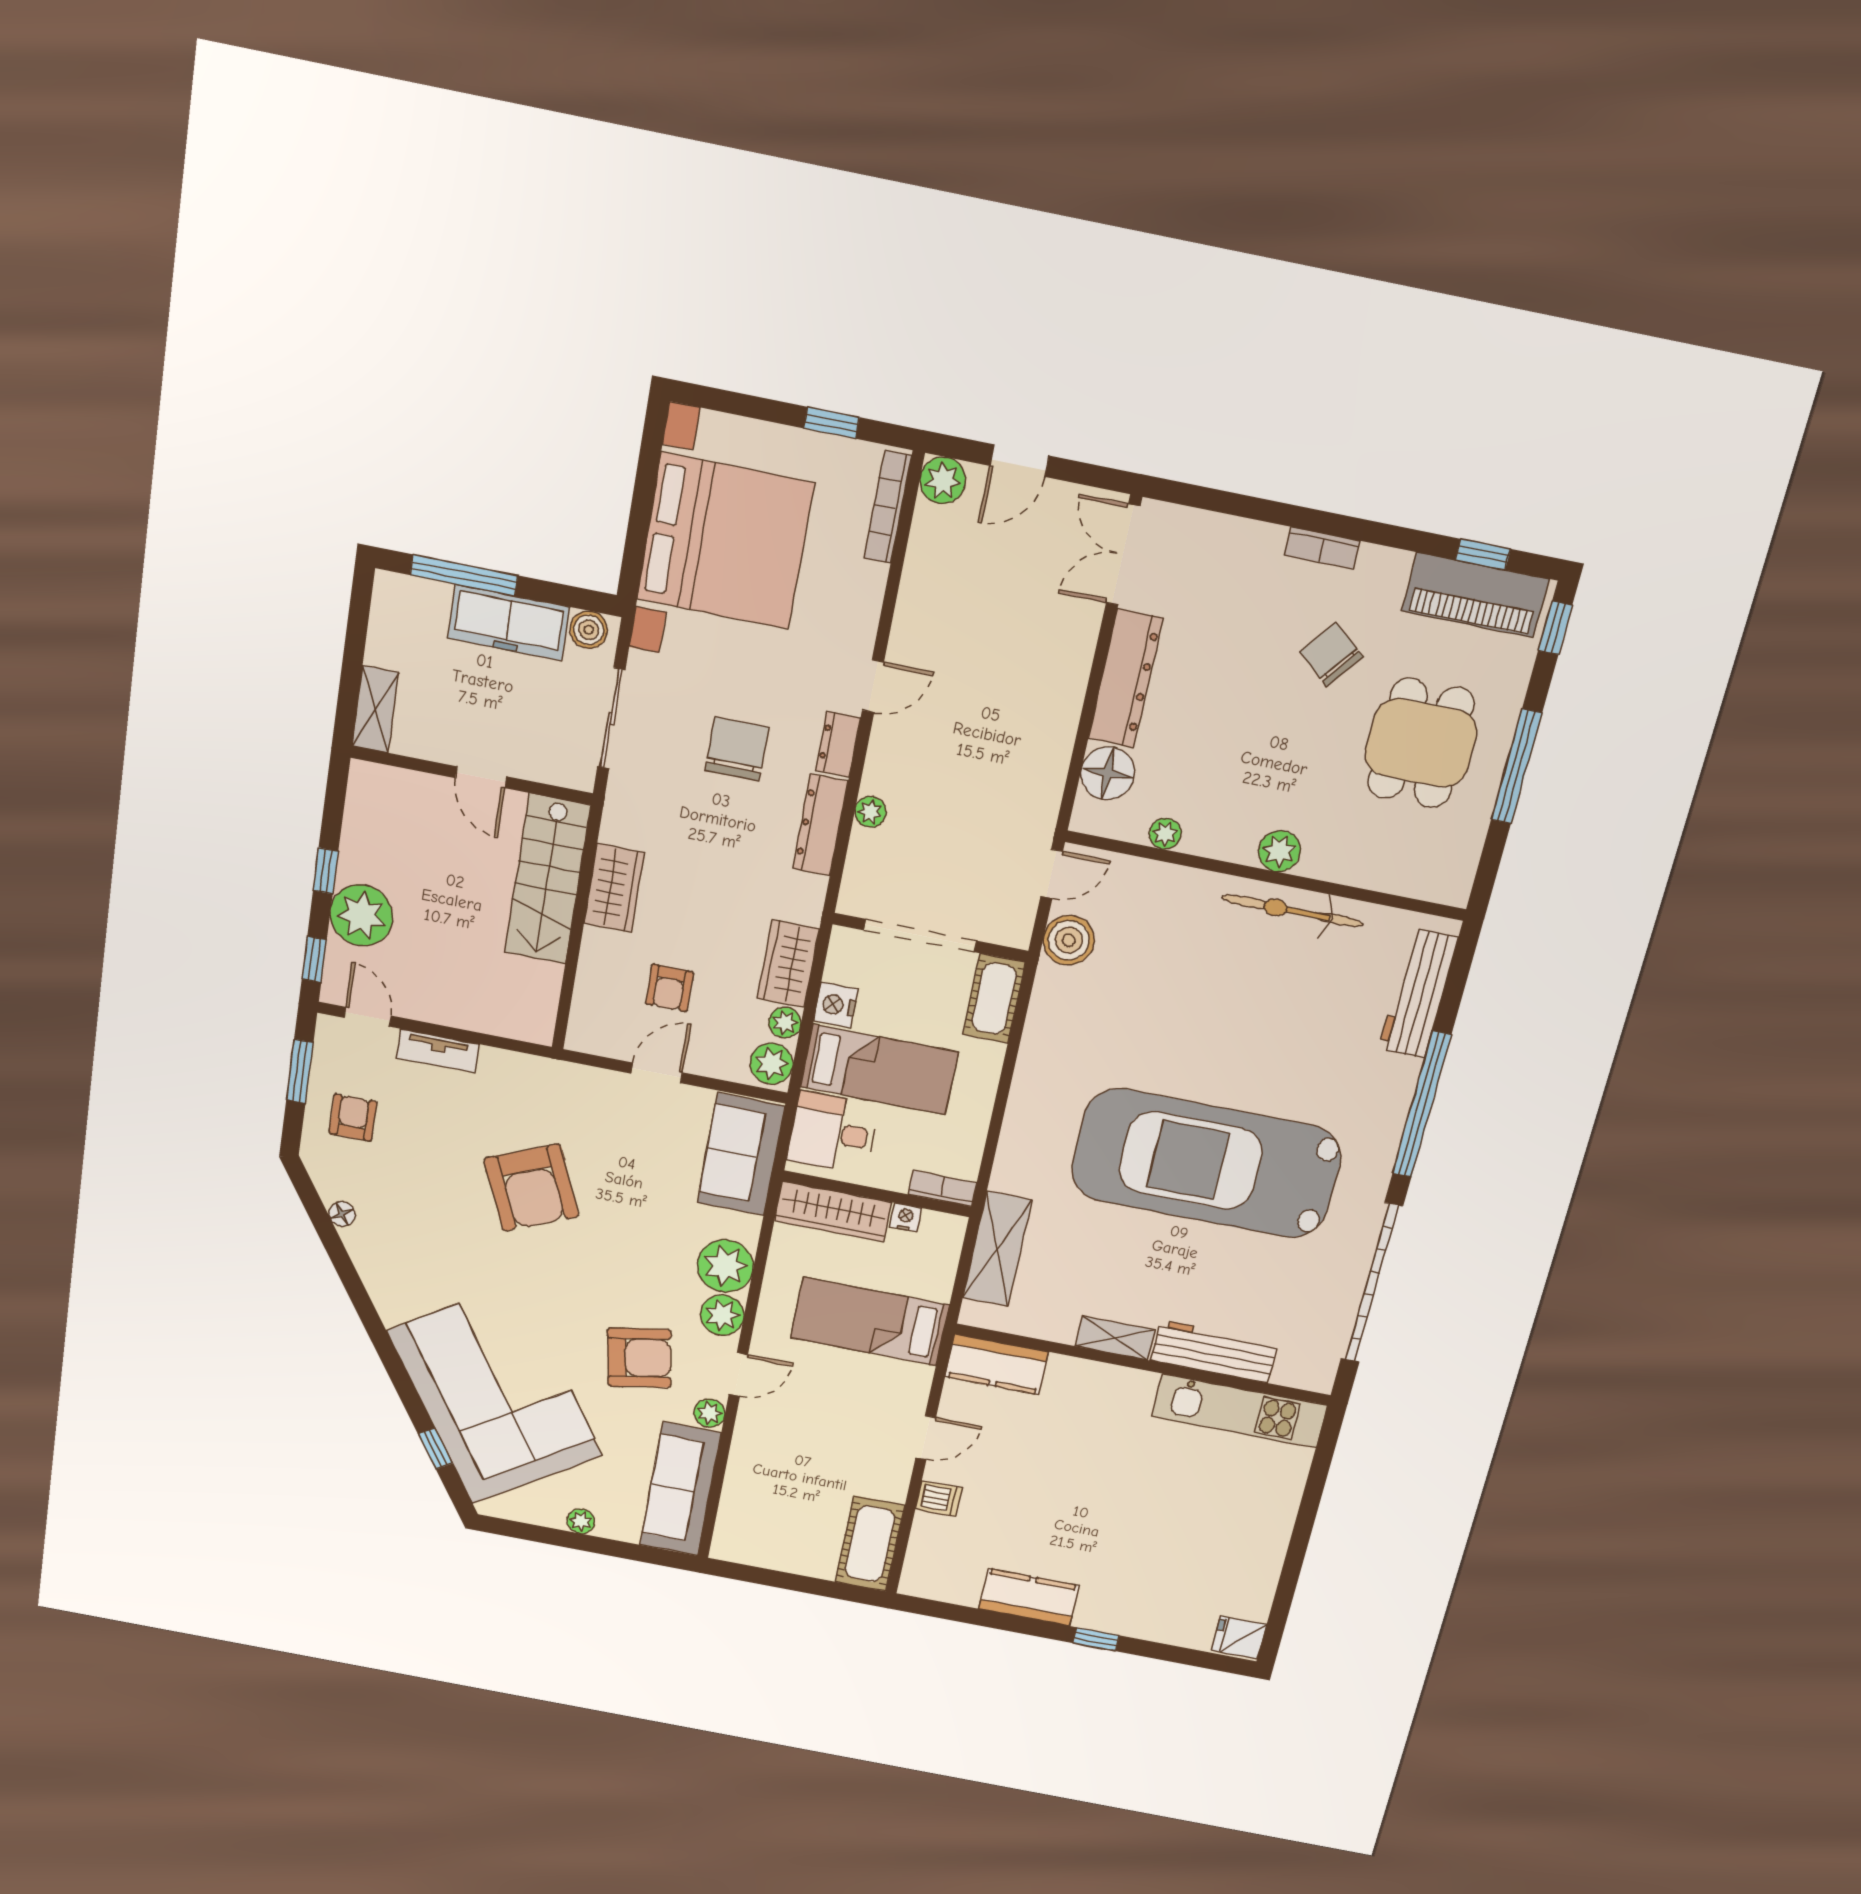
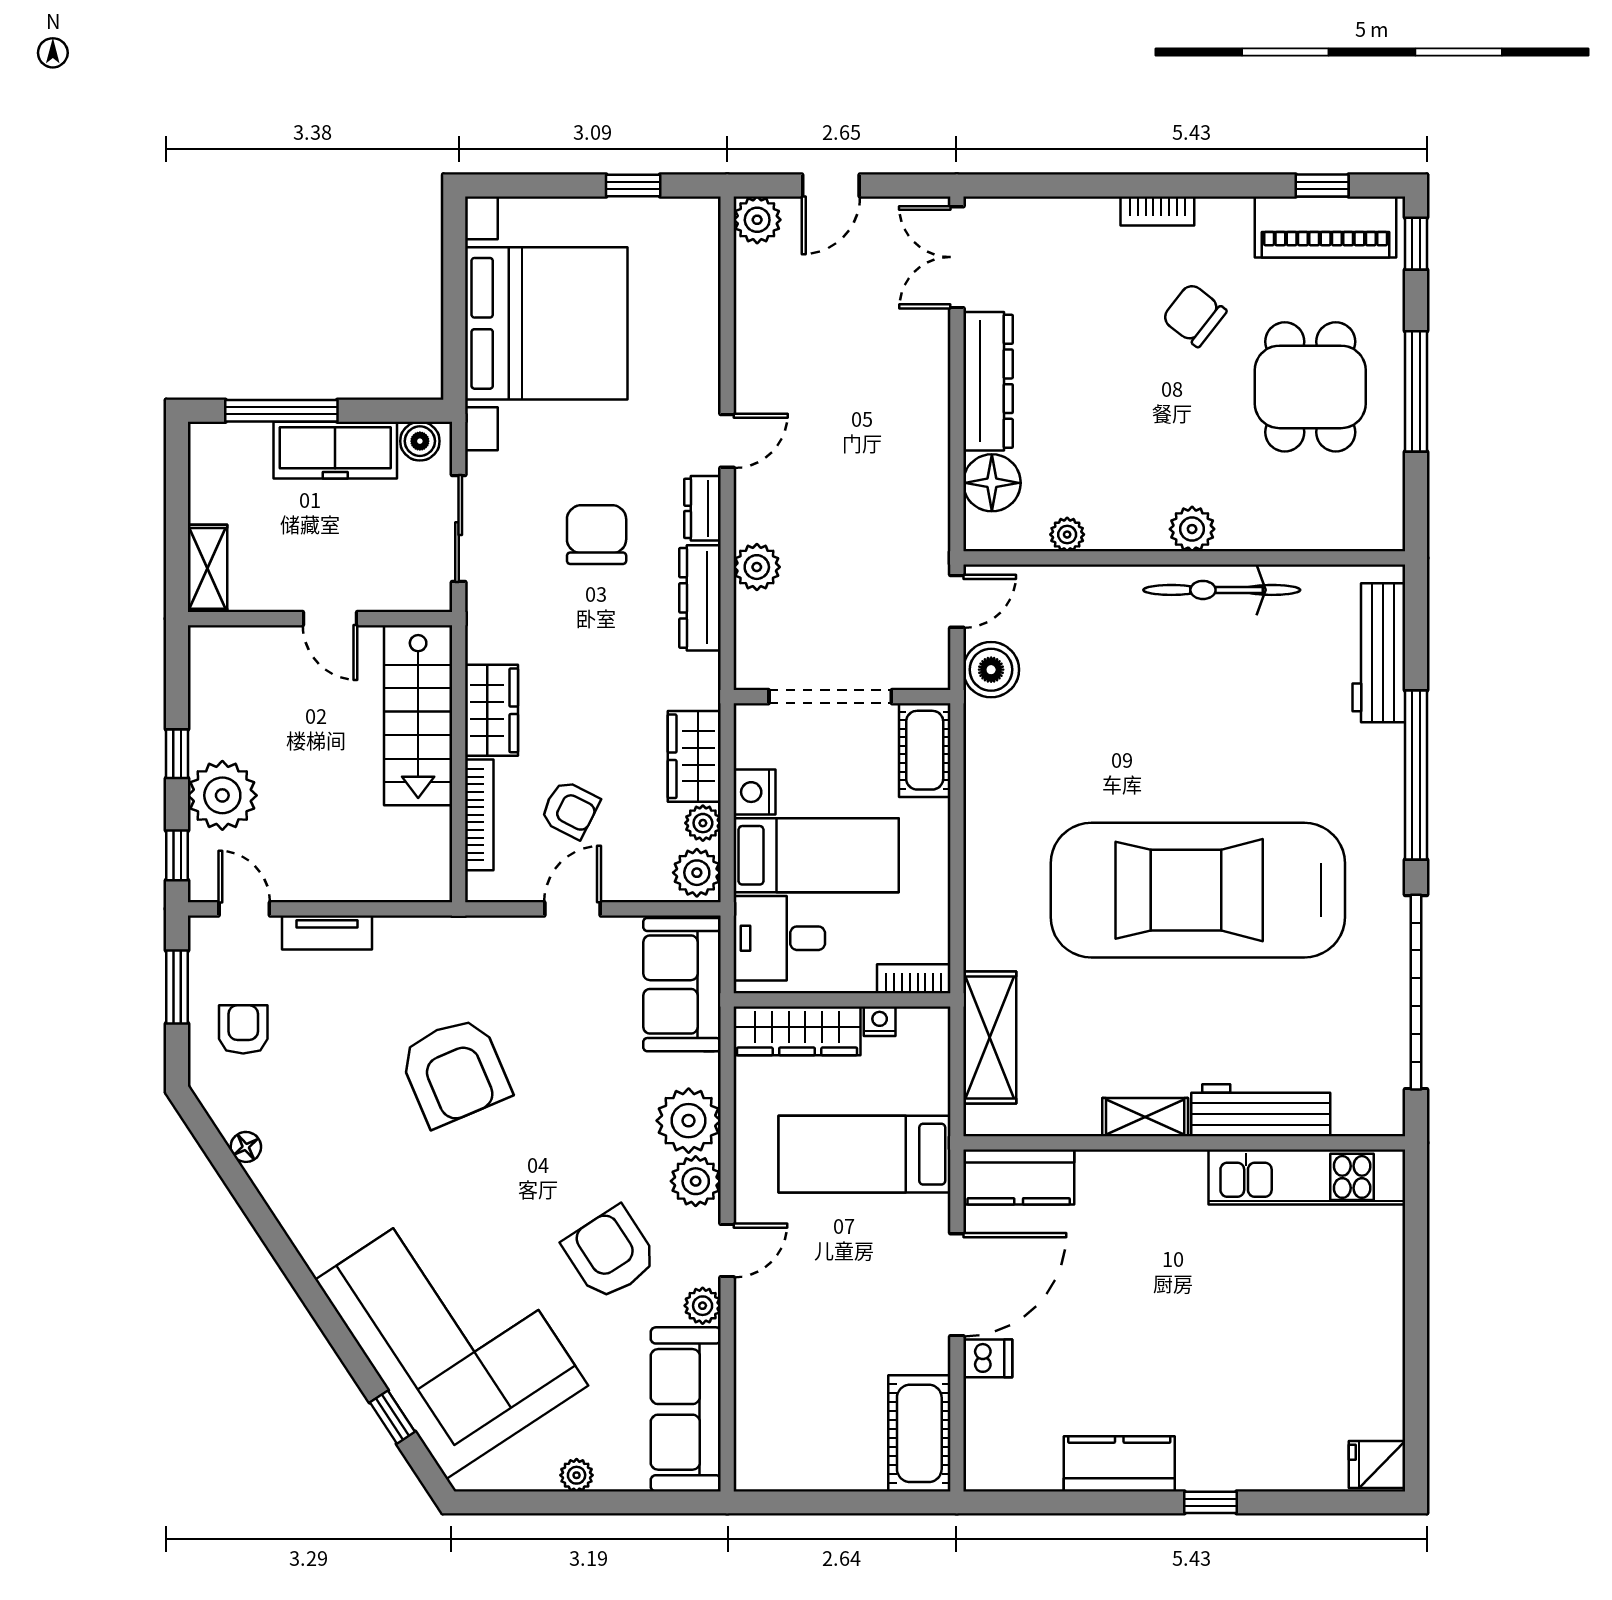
bookcase: (888, 507) -> (479, 815), moved, turned 180
plant: (870, 812) -> (757, 567), width x1.38, depth x1.38
armchair: (669, 988) -> (570, 809), turned -63
armchair: (639, 1358) -> (610, 1253), turned -113
door: (926, 1438) -> (957, 1285), width x1.88

